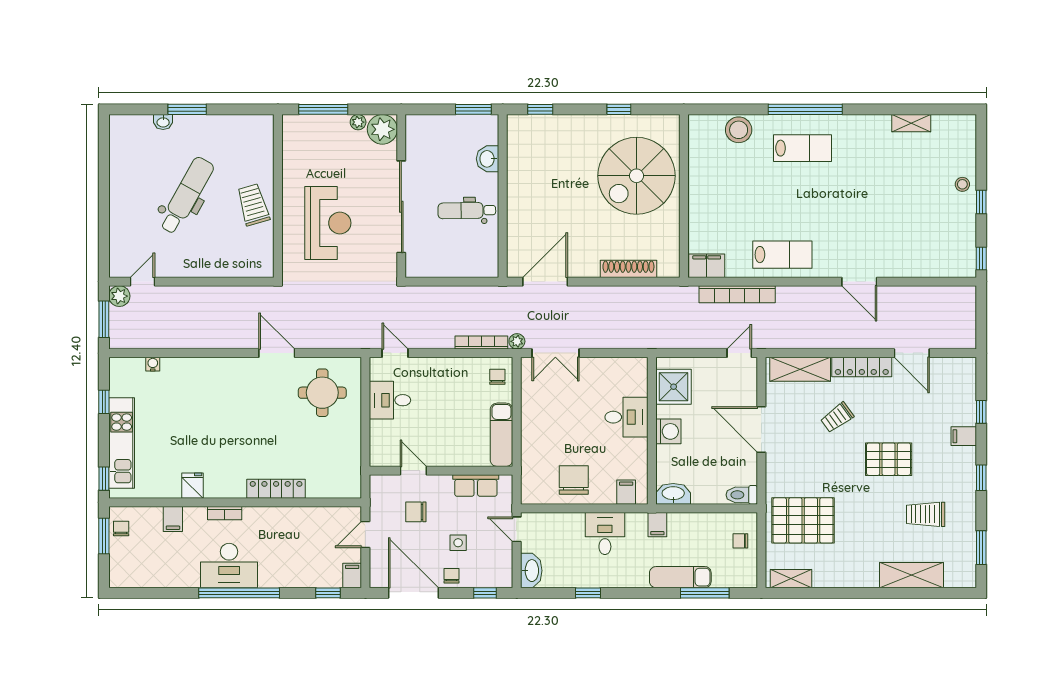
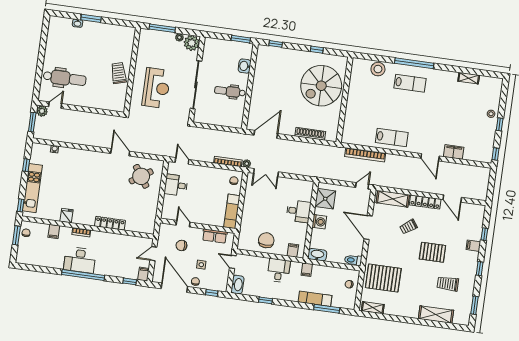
dental chair: (186, 195) -> (65, 78), moved, turned 61
filing cabinet: (707, 266) -> (454, 152), moved
round table: (322, 393) -> (141, 176), turned -34

